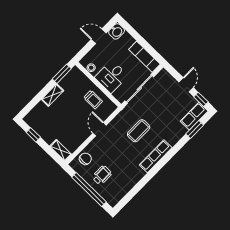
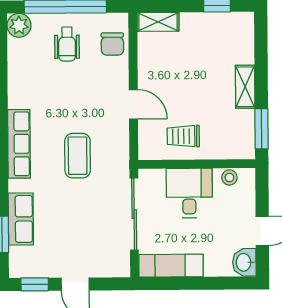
row of seats: (194, 116) -> (21, 219), moved
plant: (113, 199) -> (19, 25), added

